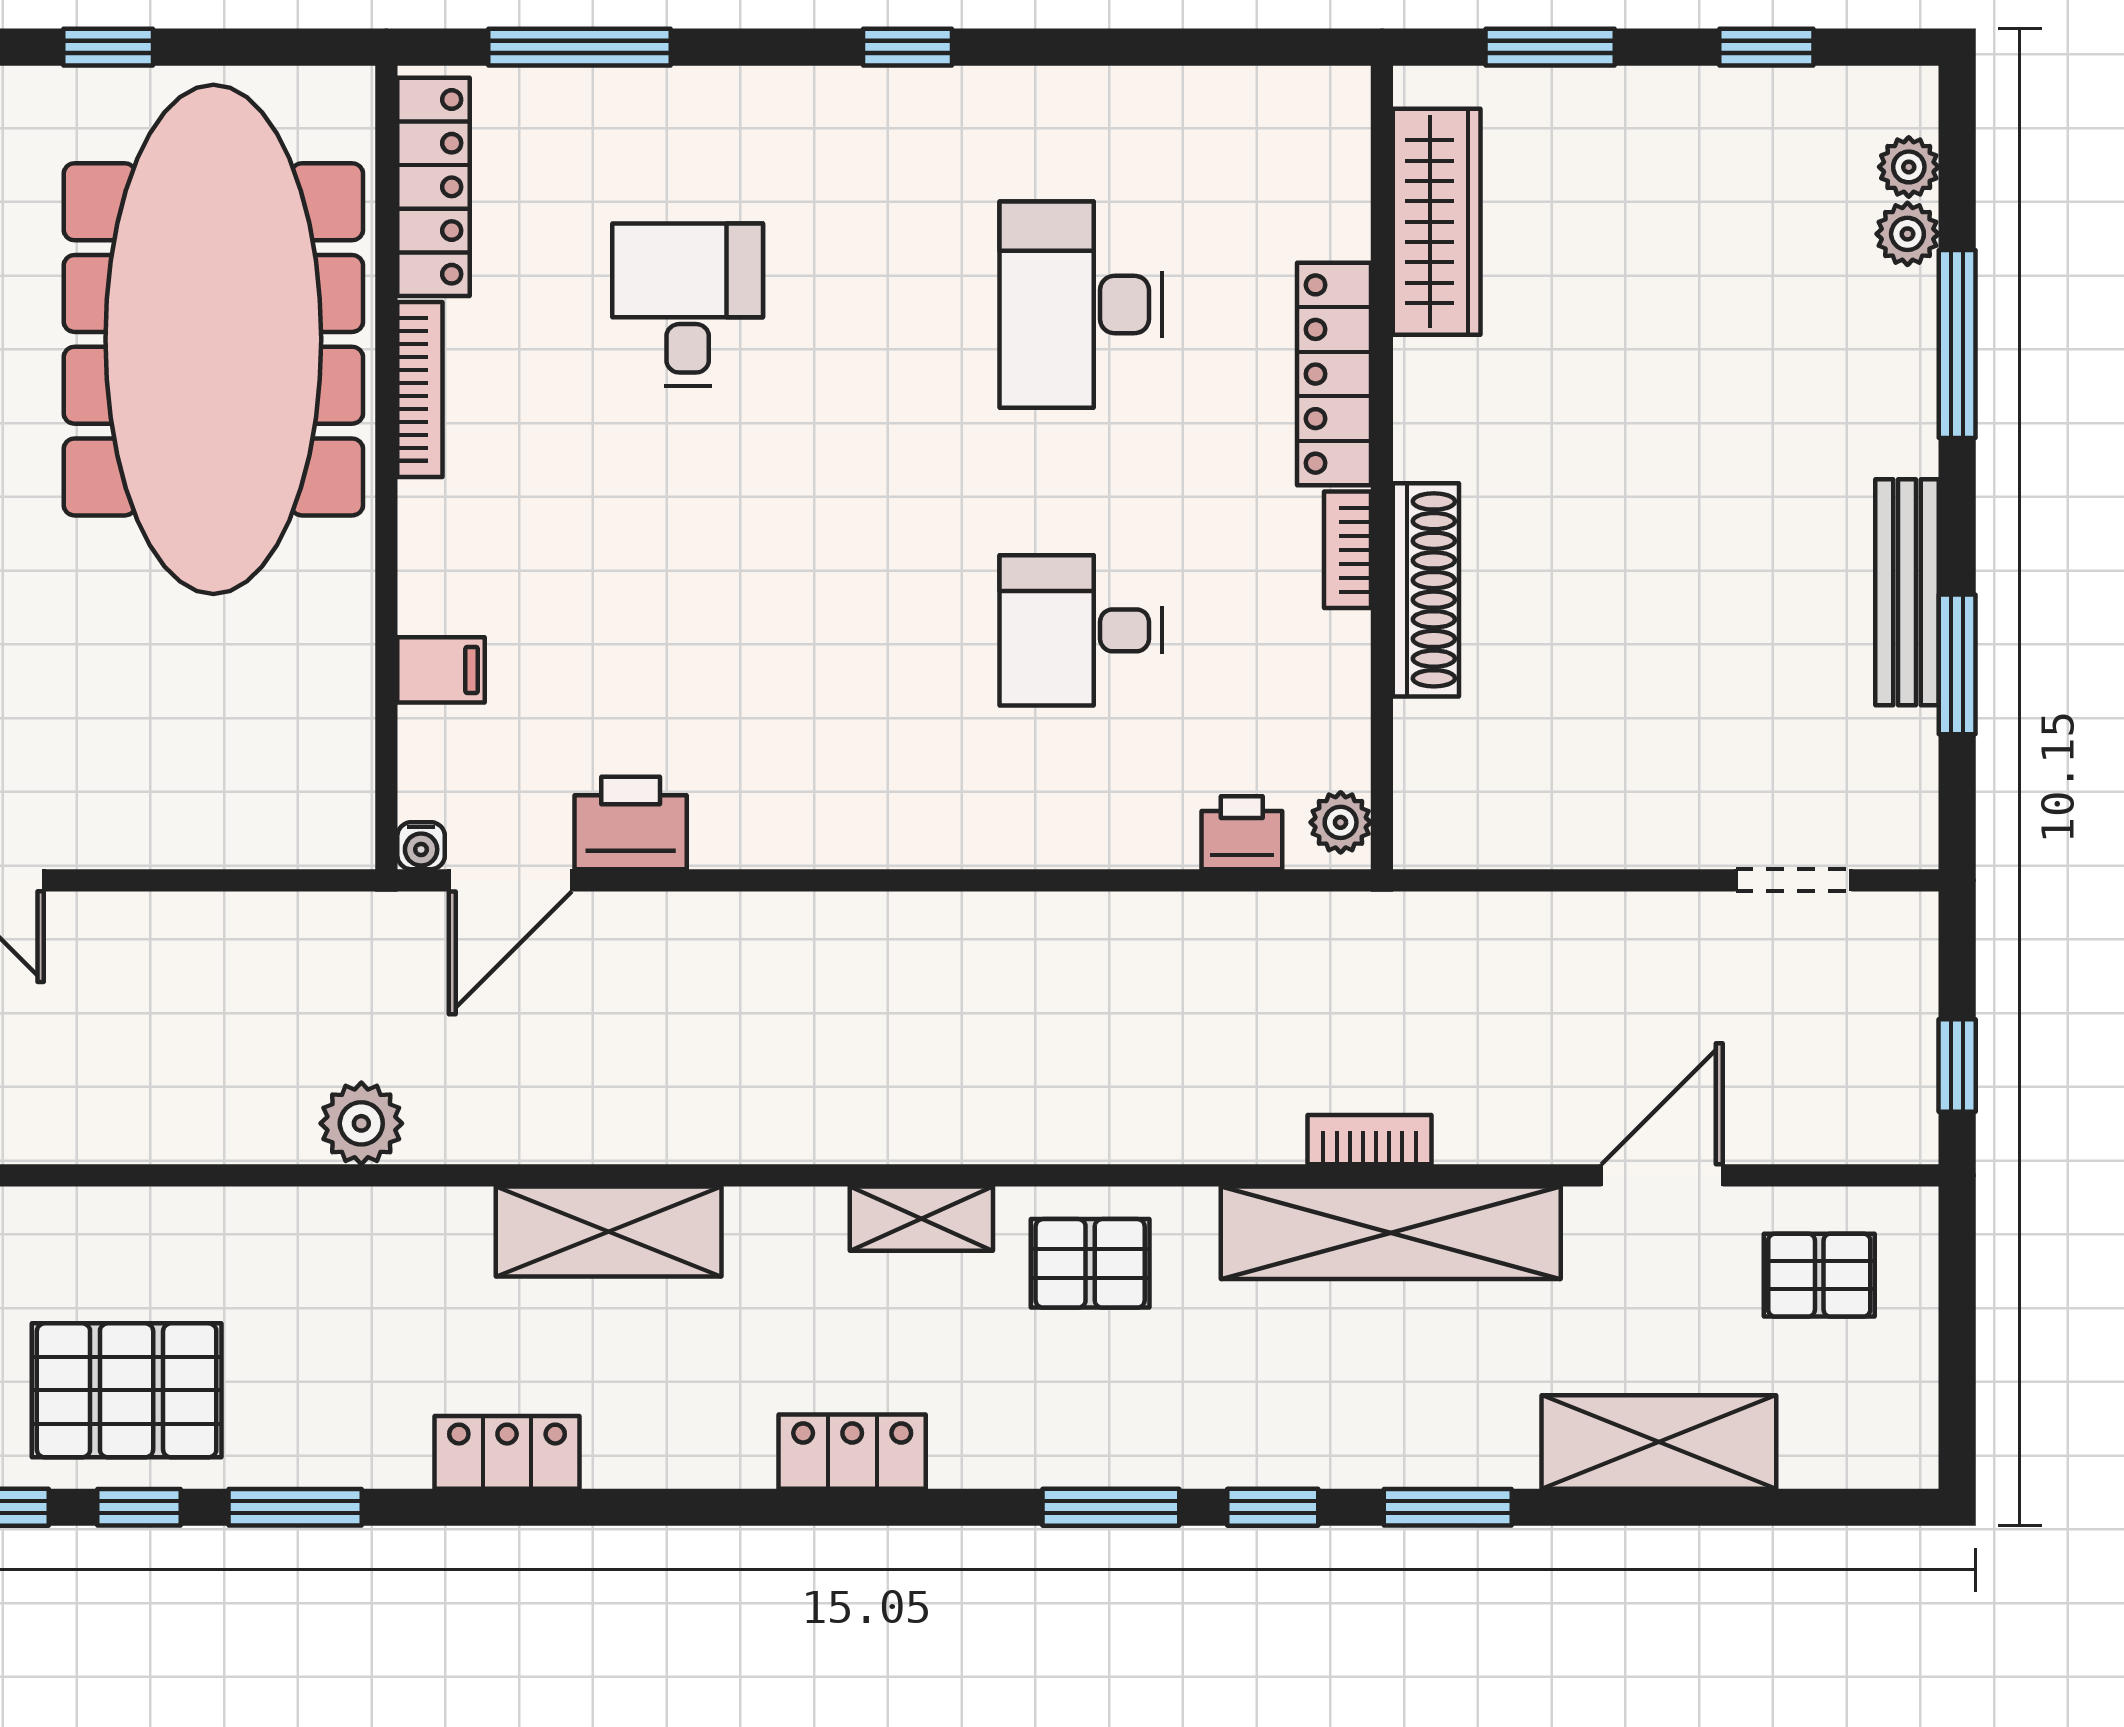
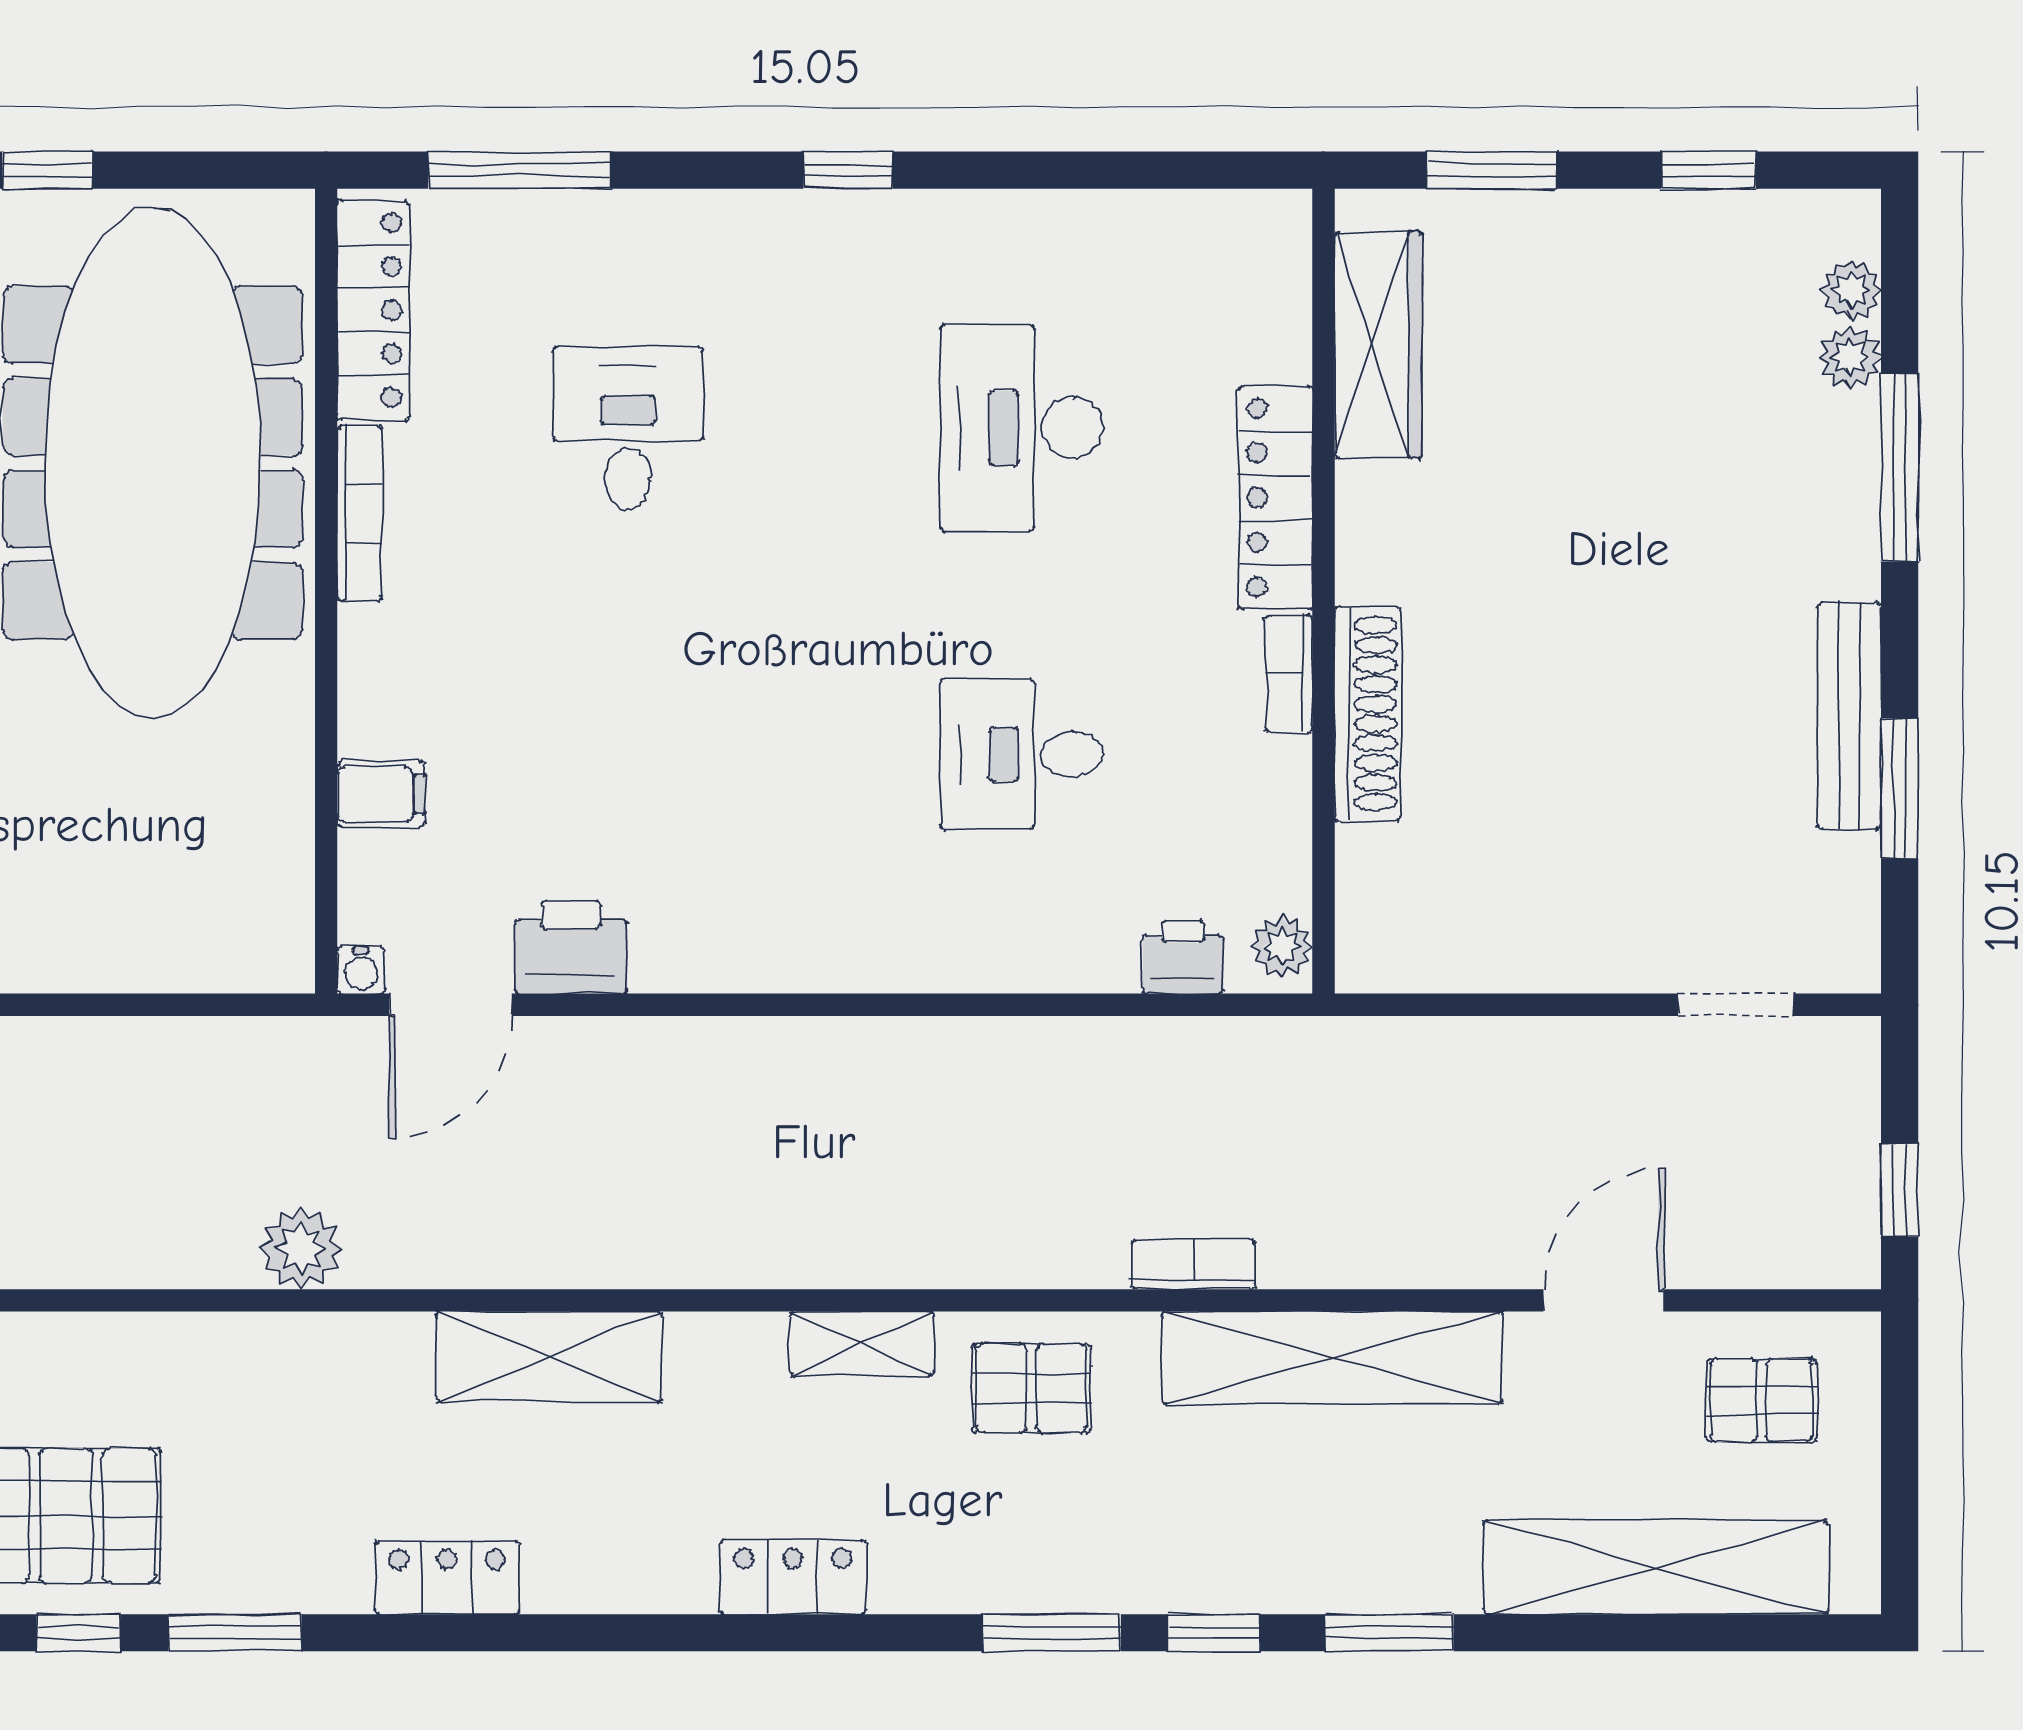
bookcase: (1370, 1140) -> (1193, 1264), moved
shelving: (1659, 1442) -> (1656, 1567), width x1.47

